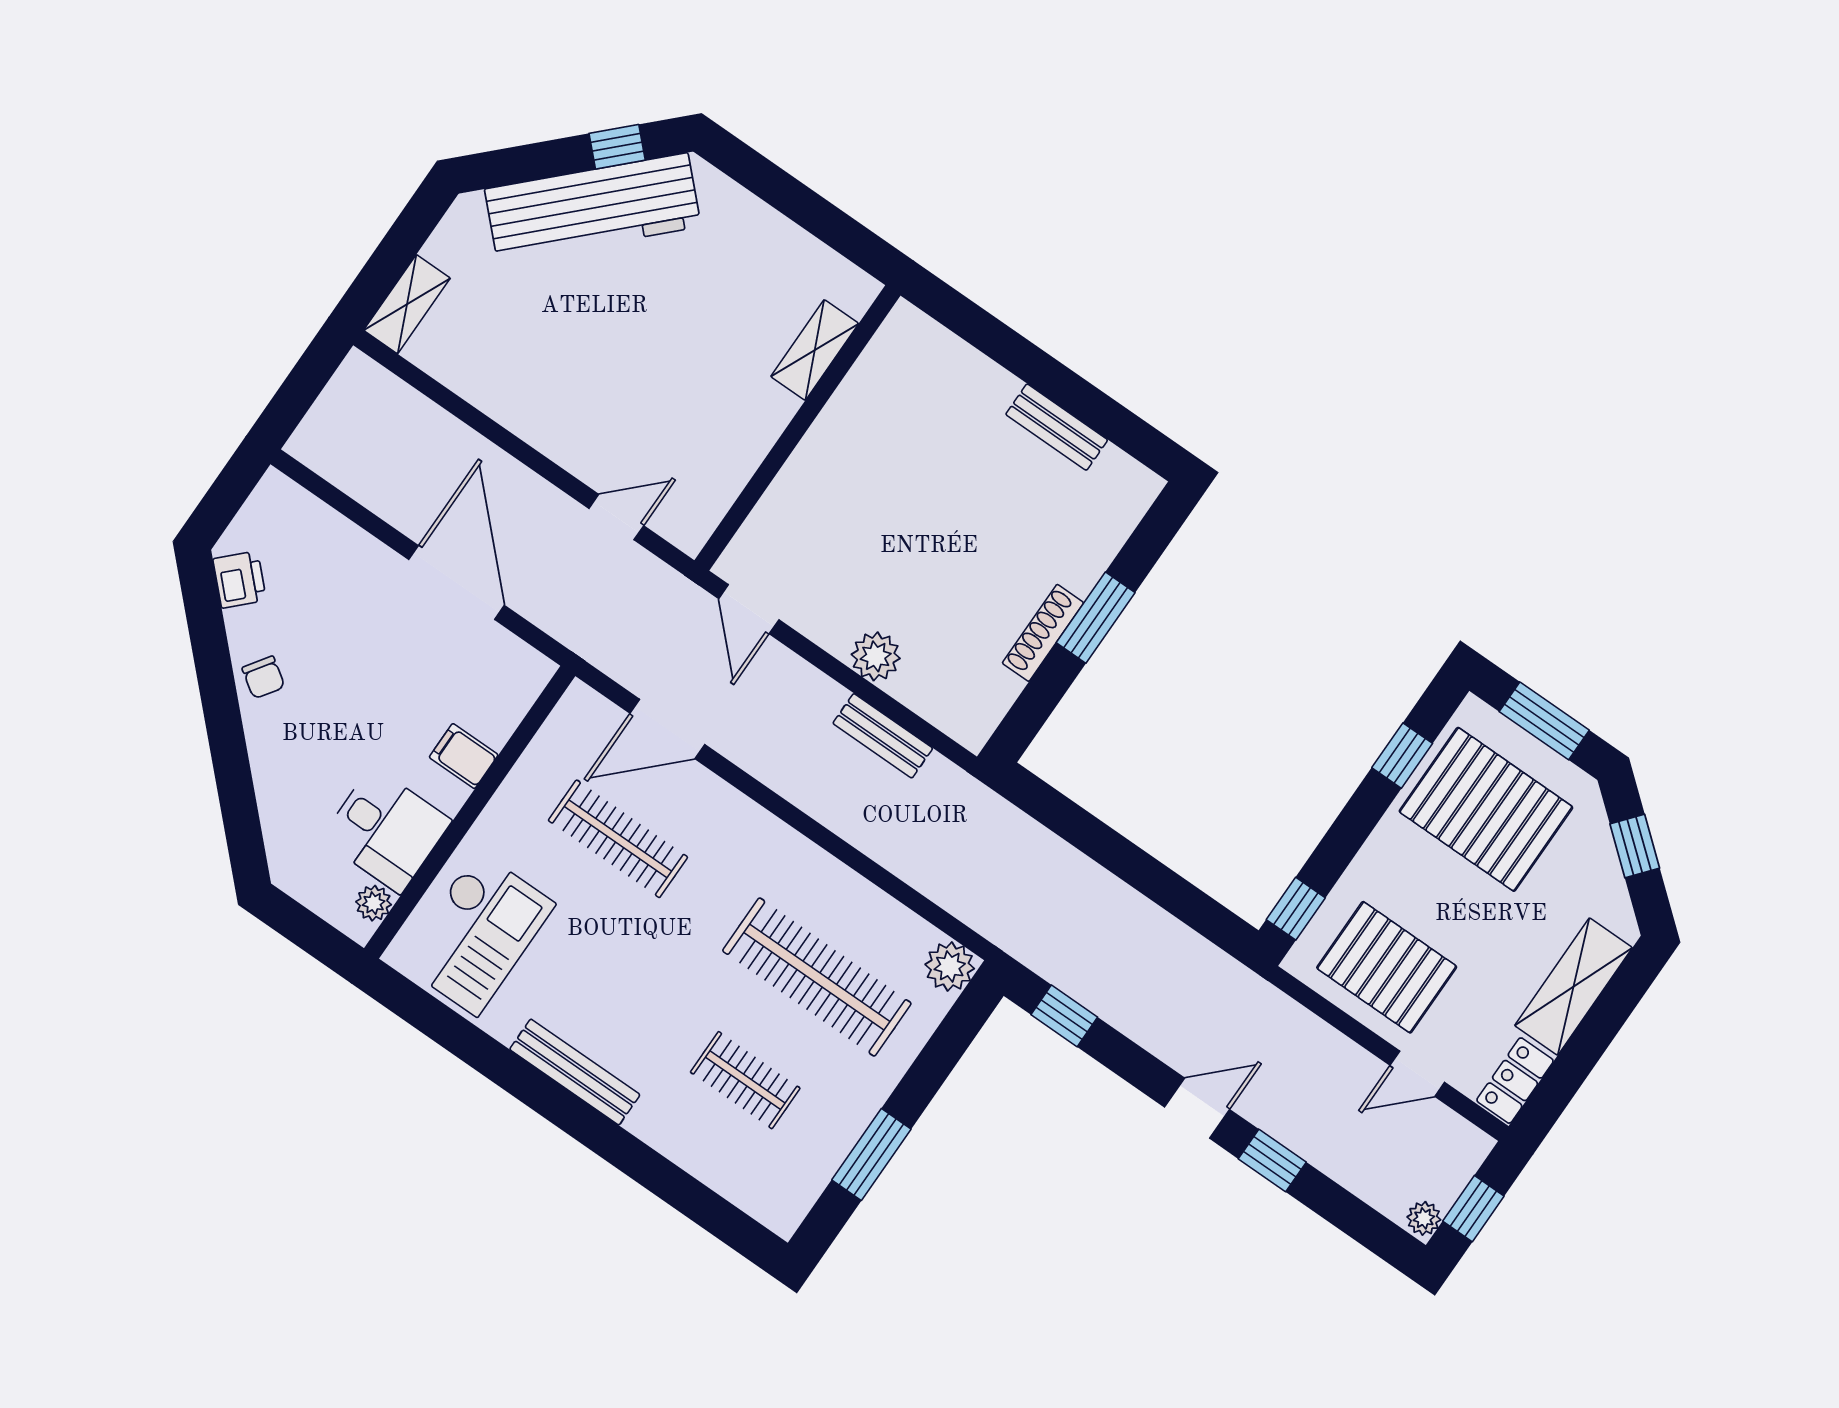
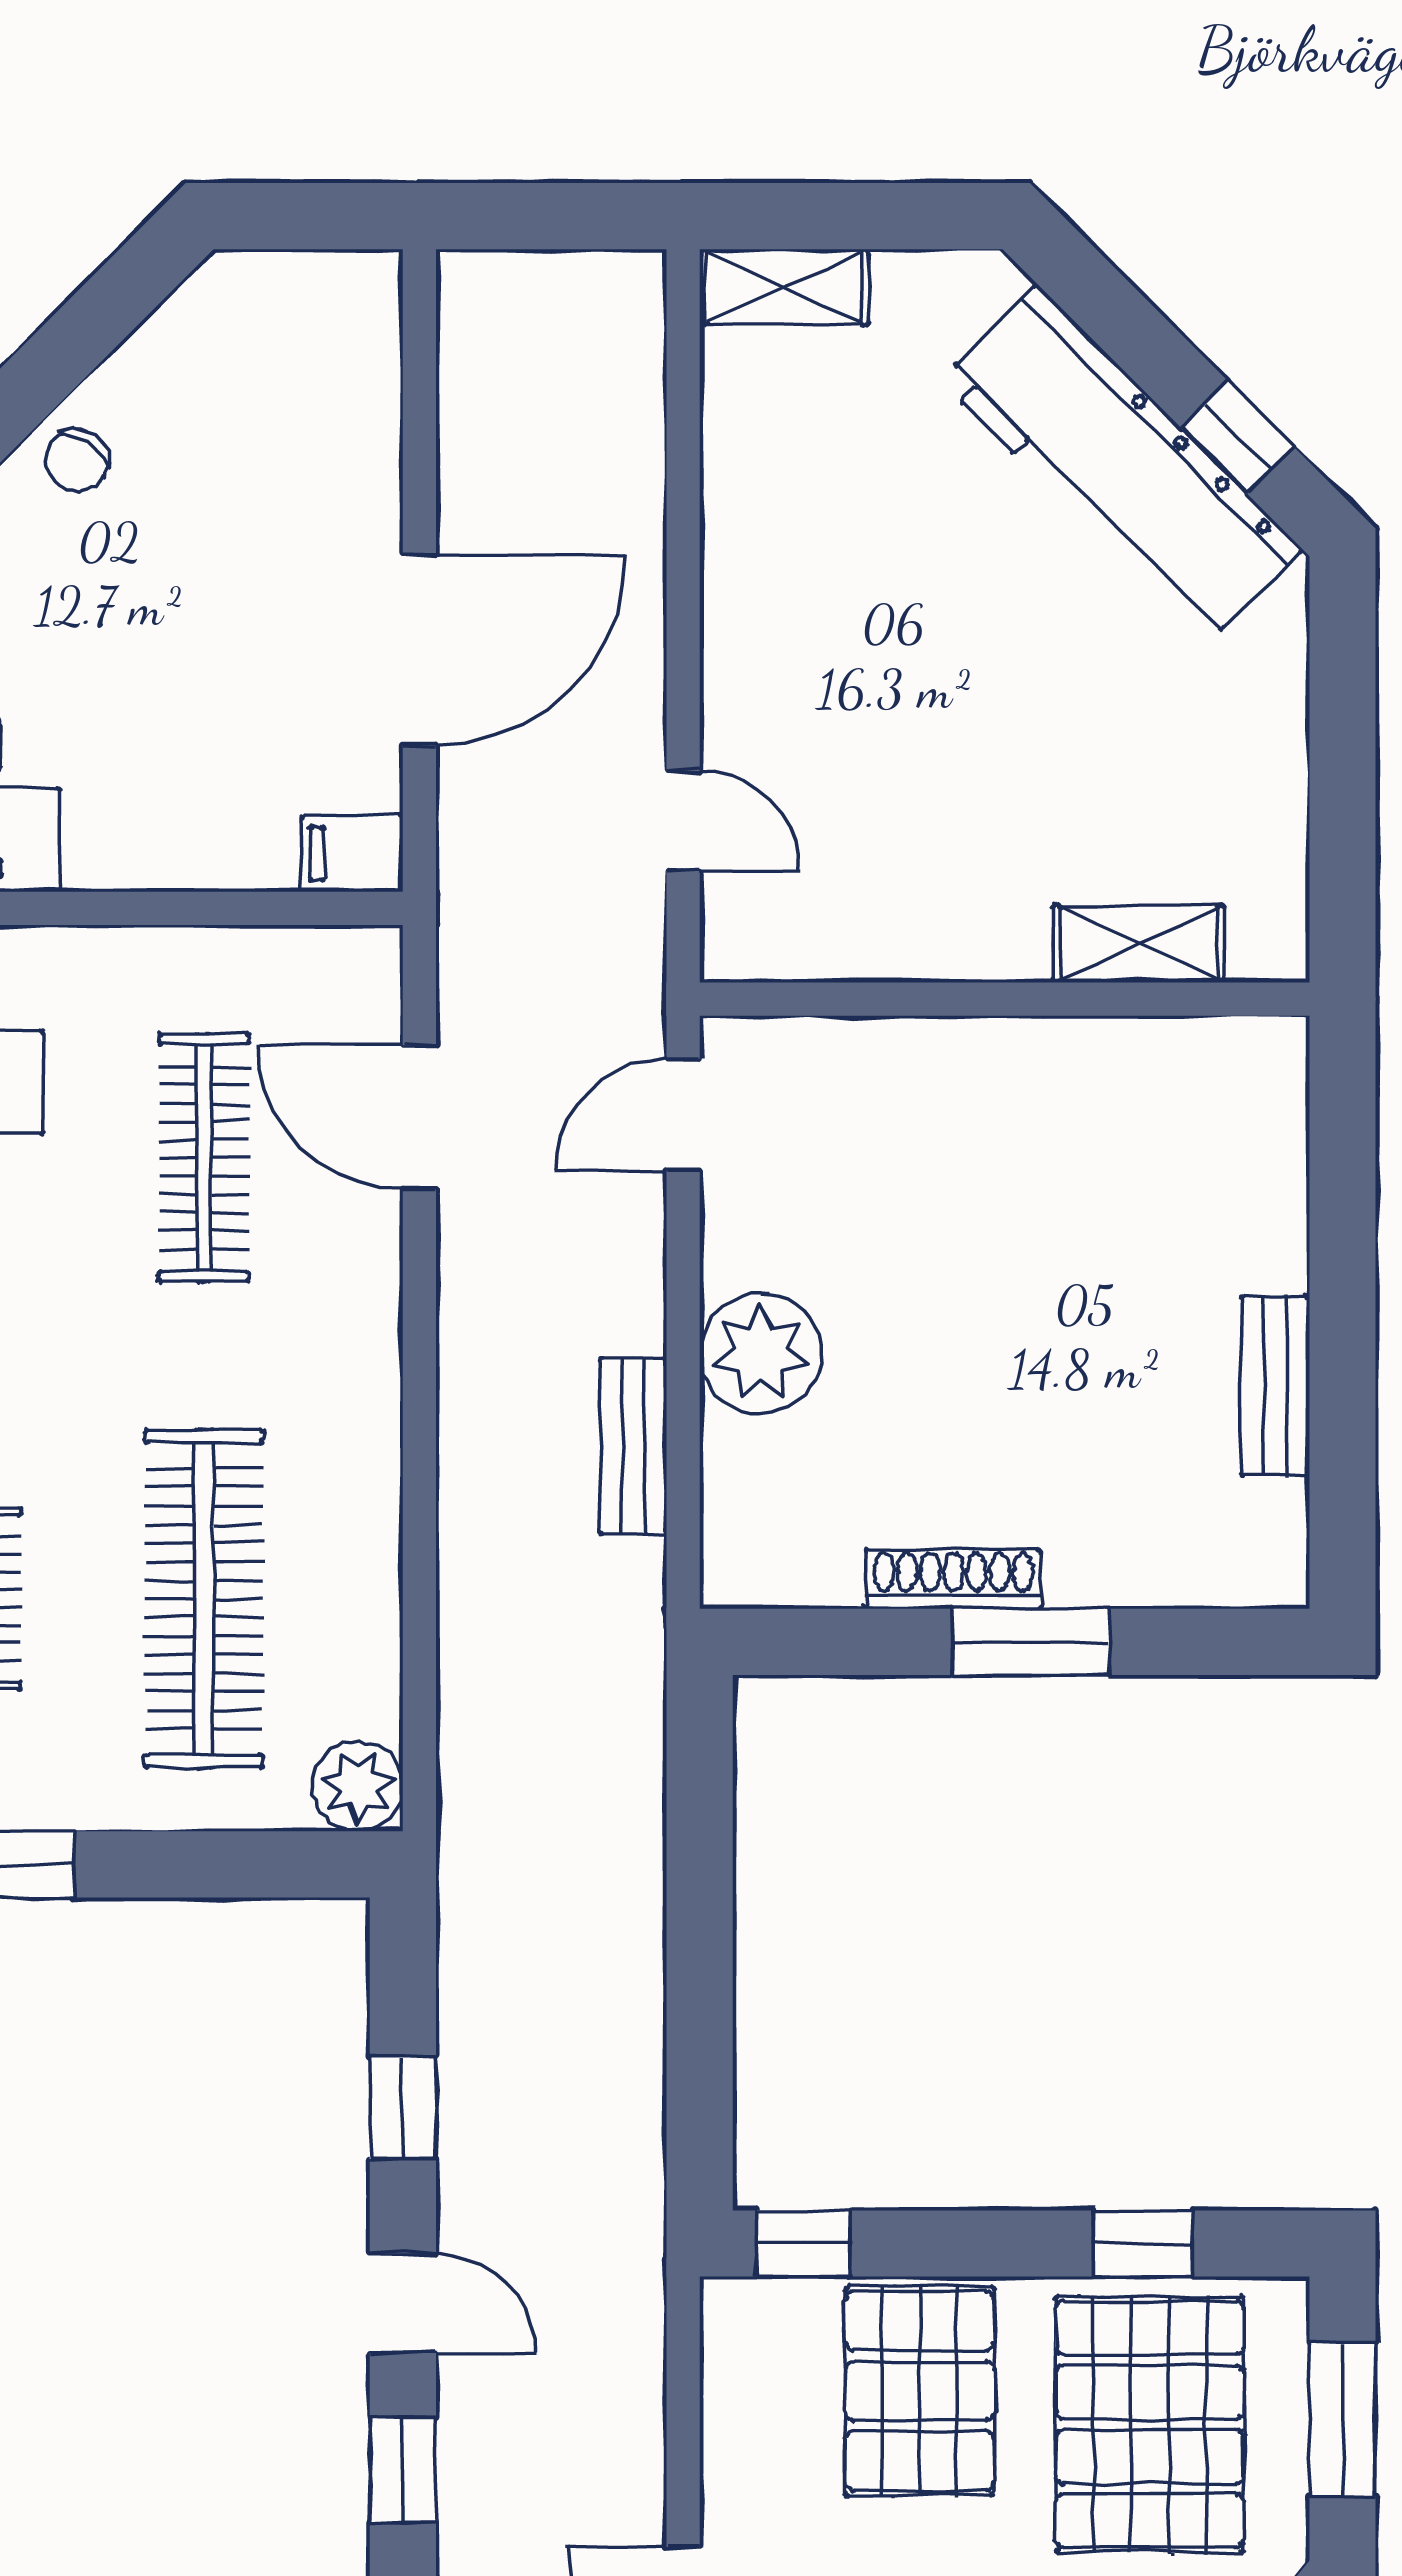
printer: (240, 580) -> (198, 323), removed
plant: (876, 656) -> (761, 1353), width x1.36, depth x1.36
filing cabinet: (464, 756) -> (352, 854), moved, turned -90
pallet: (1387, 967) -> (920, 2391), moved
window: (1064, 1016) -> (403, 2108), moved

